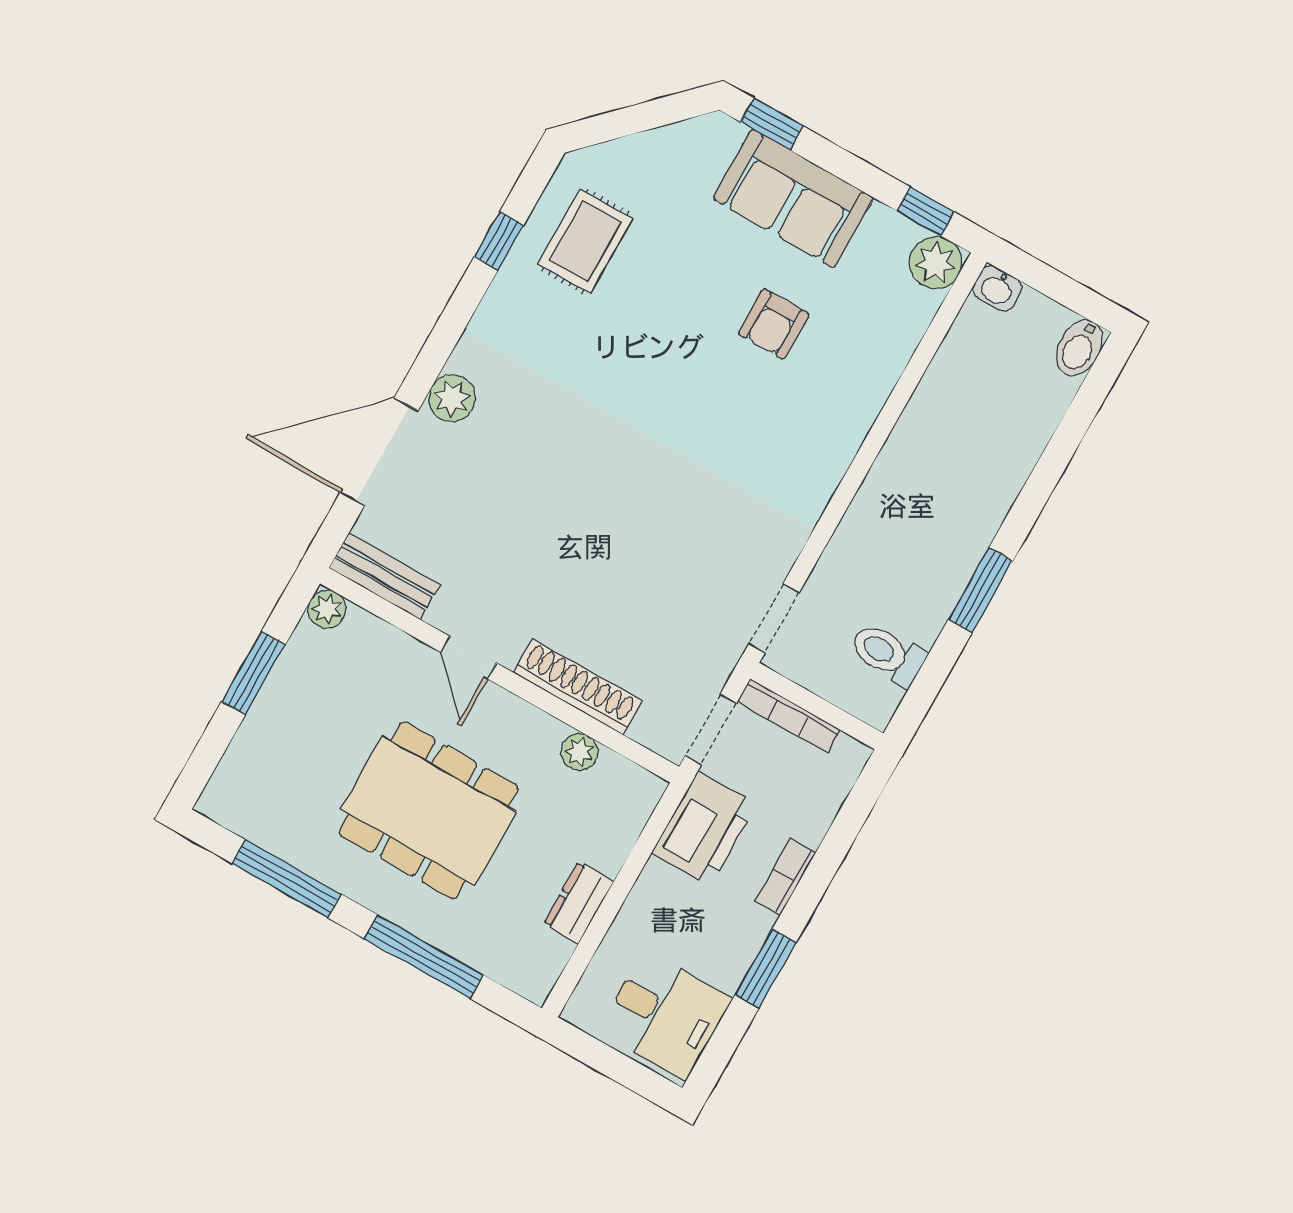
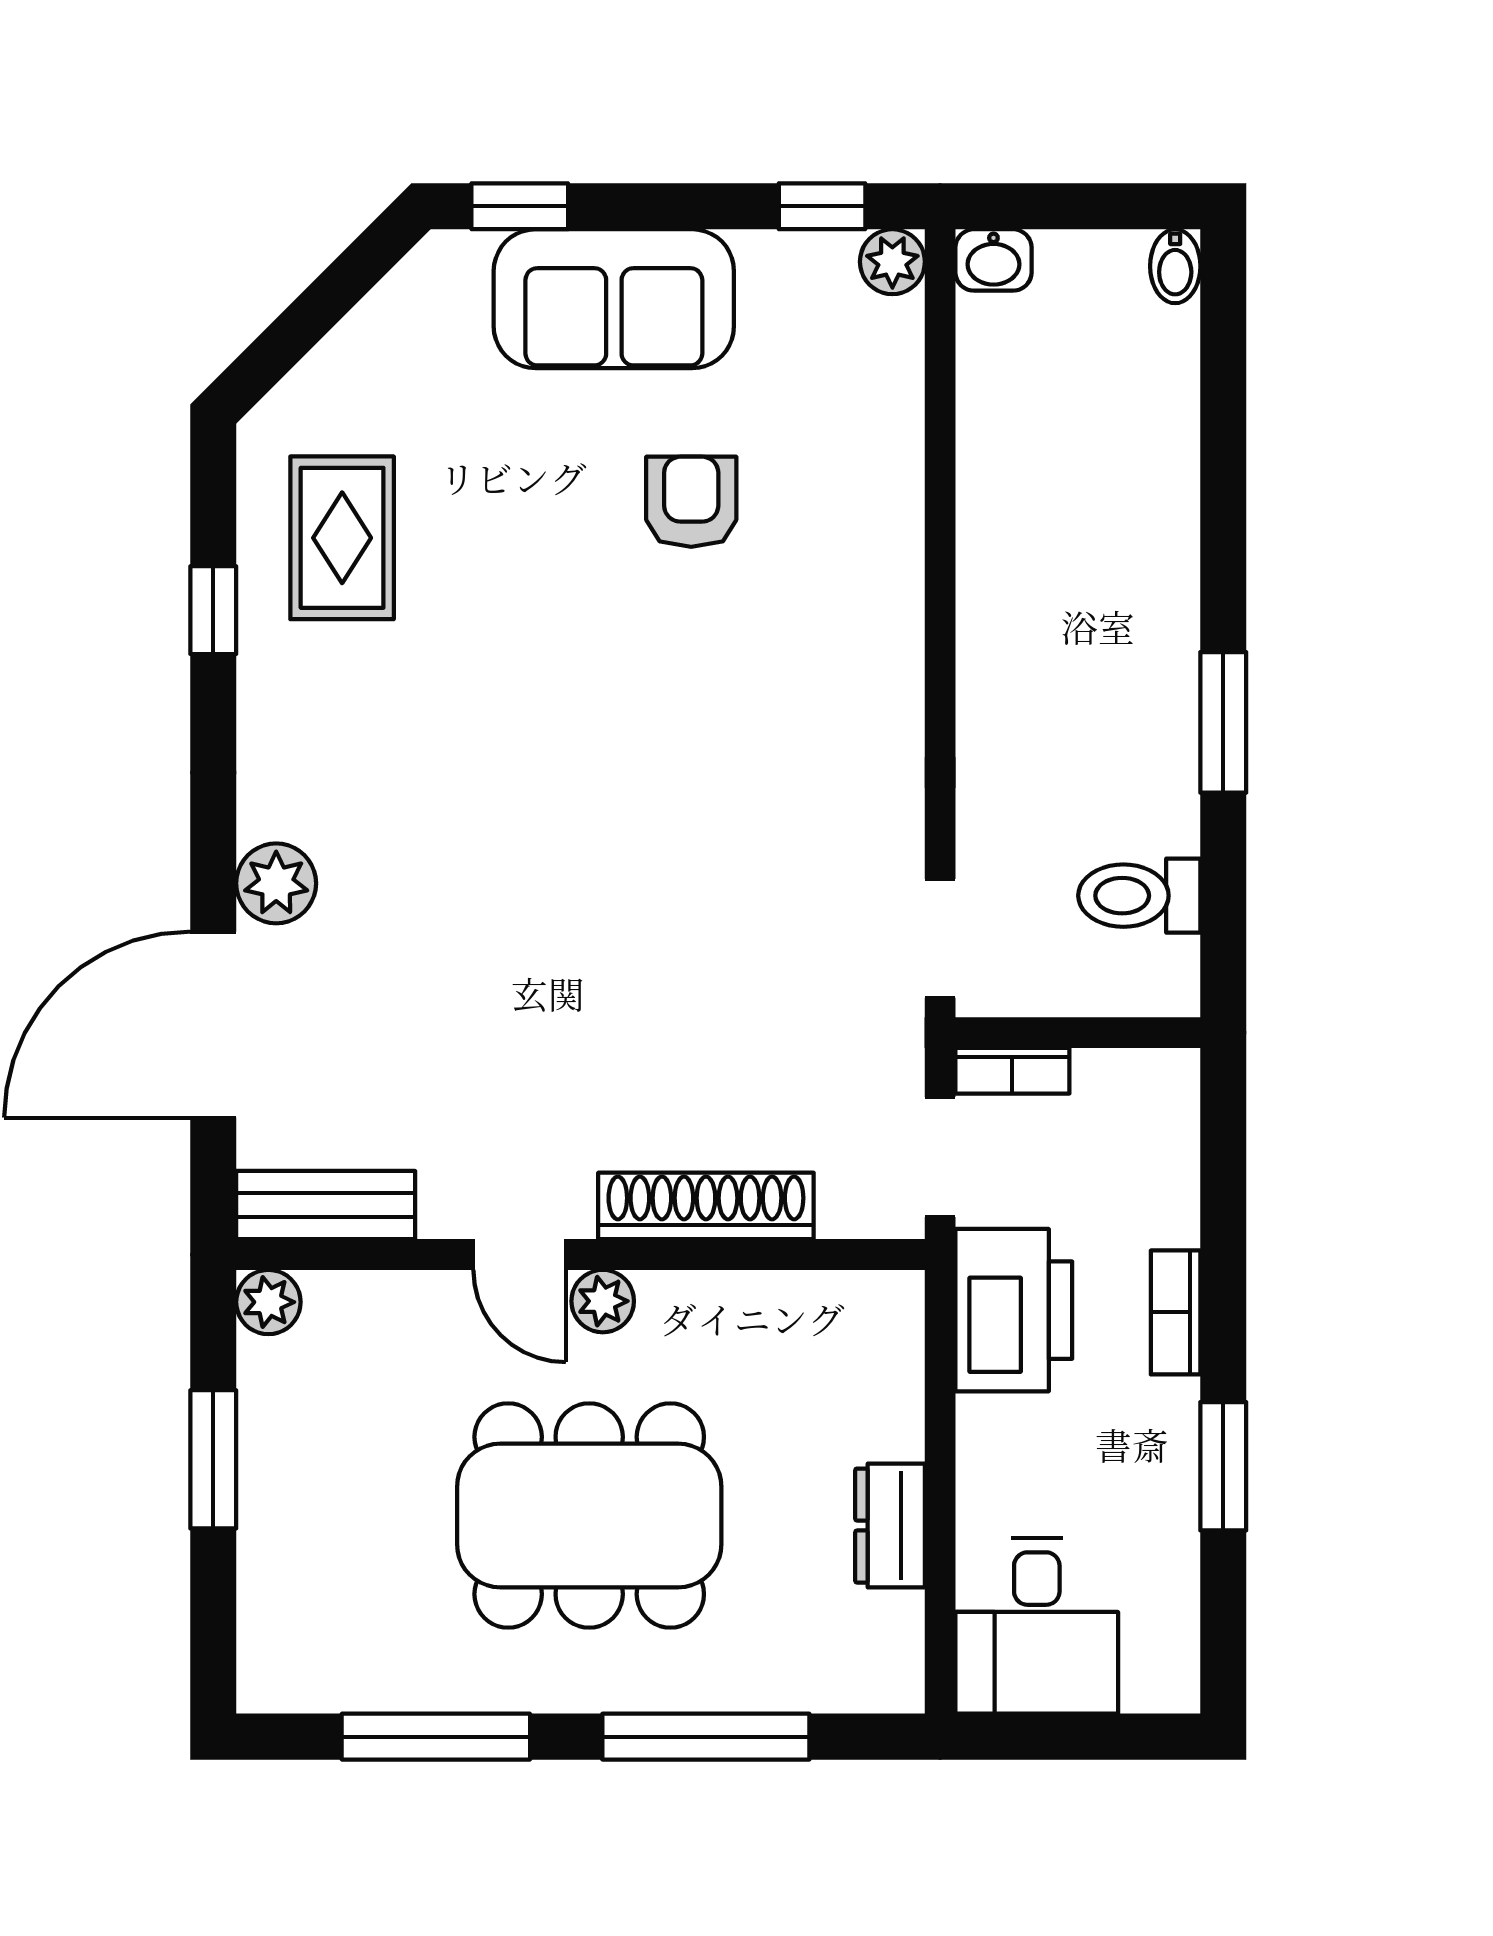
plant: (936, 263) -> (892, 262), width x0.73, depth x0.73
armchair: (774, 324) -> (691, 502), turned 180
bidet: (1079, 348) -> (1175, 266), width x0.72, depth x0.74
bookcase: (789, 716) -> (1012, 1071), width x0.64
plant: (579, 752) -> (603, 1301), moved
desk: (665, 1015) -> (1037, 1626), moved, turned 90

